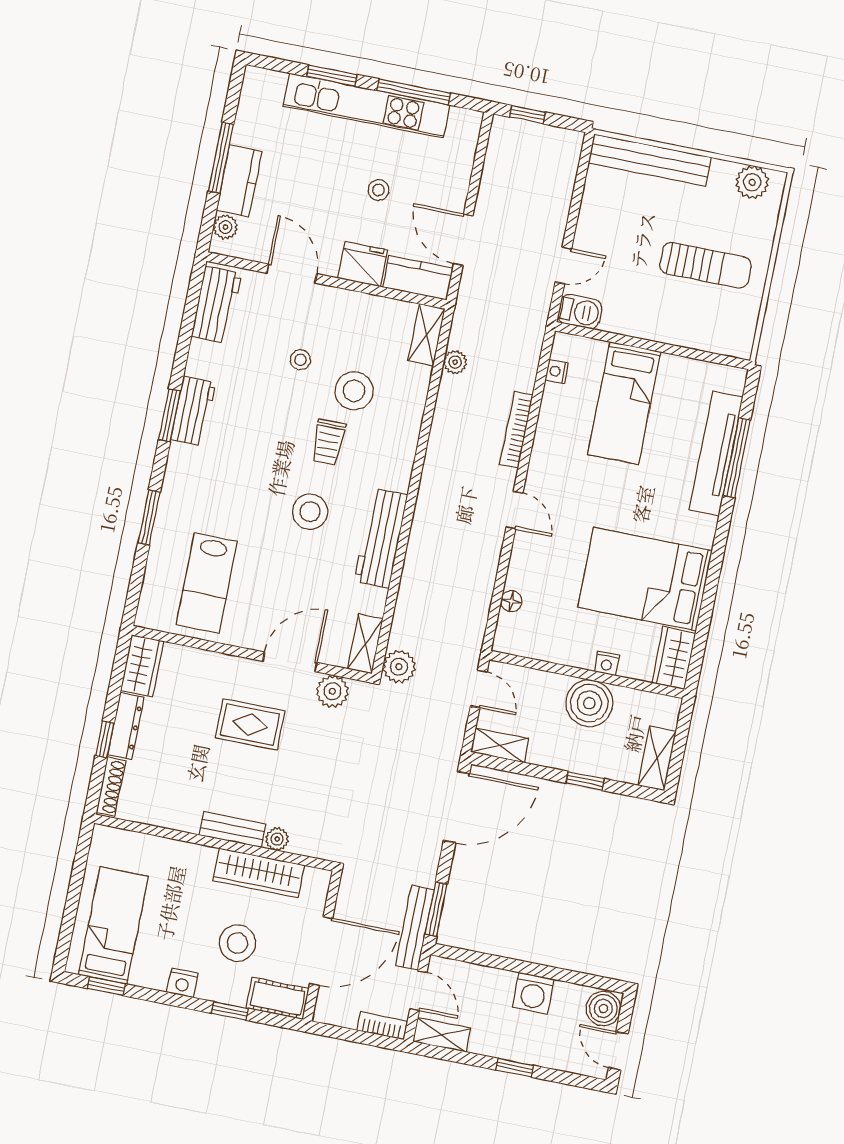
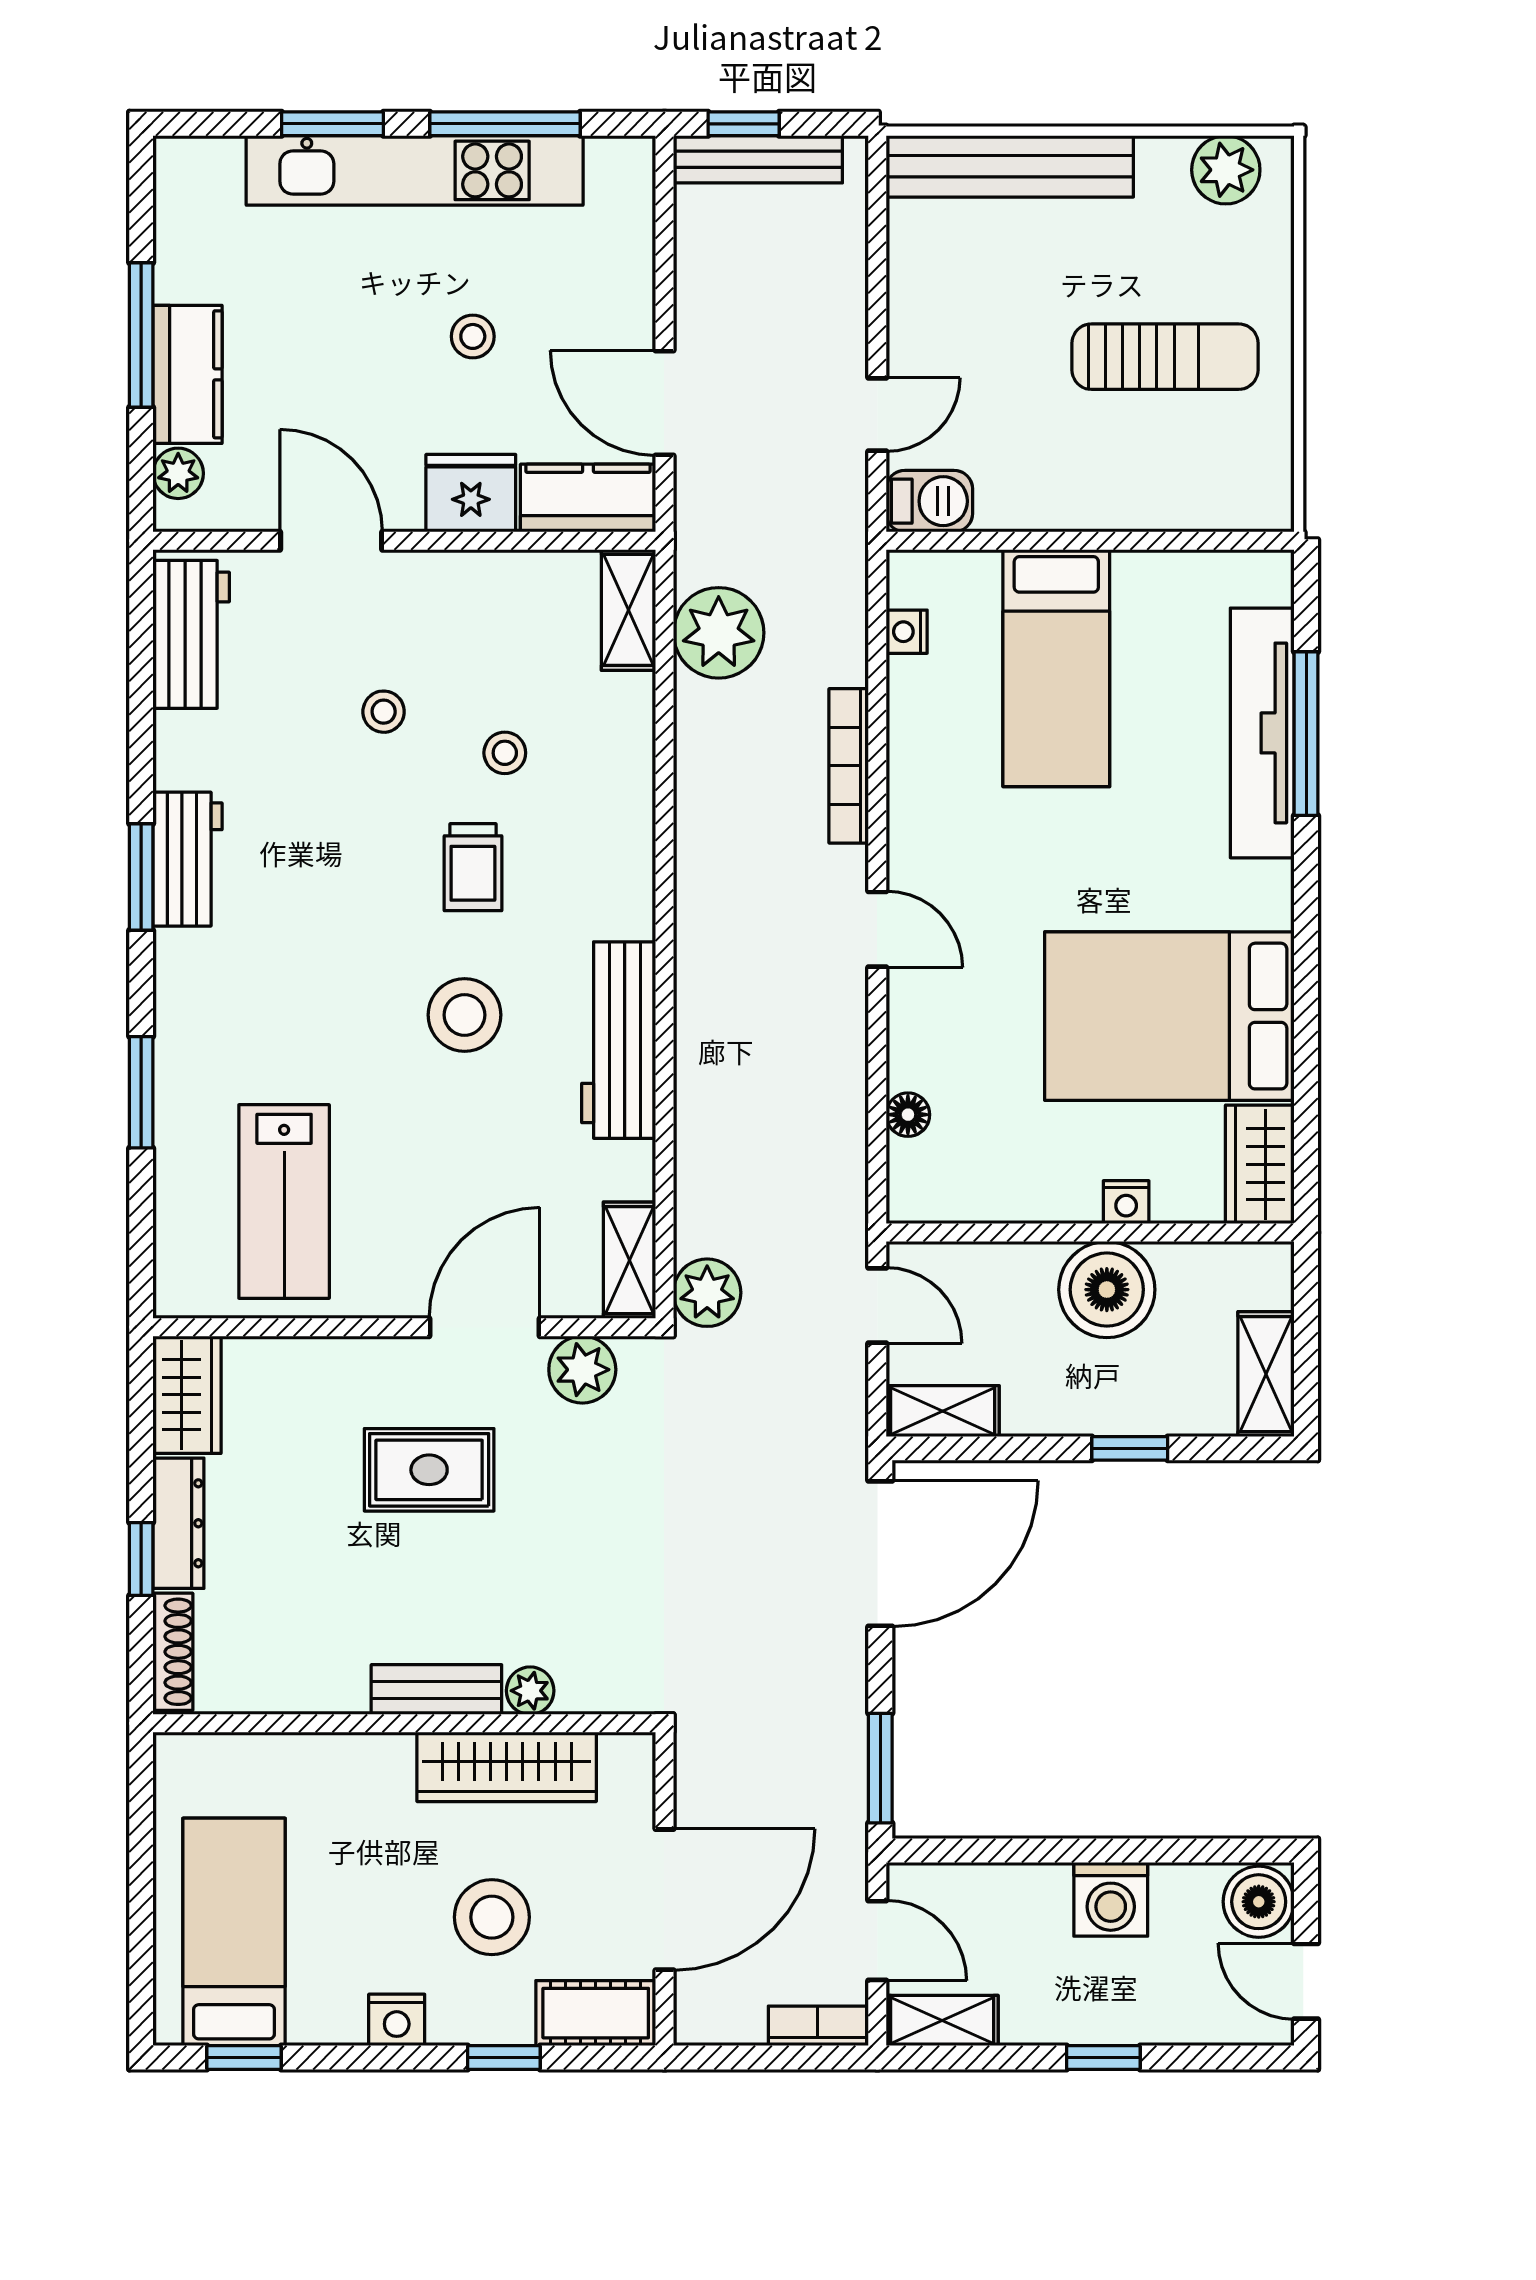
plant: (455, 362) -> (719, 633), width x1.88, depth x1.88
stool: (354, 391) -> (505, 753), width x0.53, depth x0.53
bench: (415, 928) -> (758, 159), moved, turned 90

